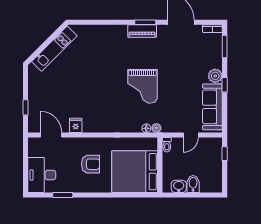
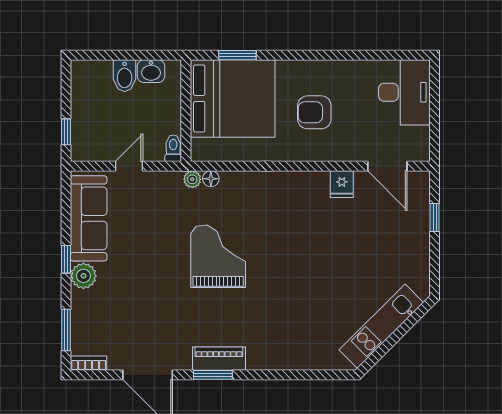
window: (63, 195) -> (237, 55), moved

